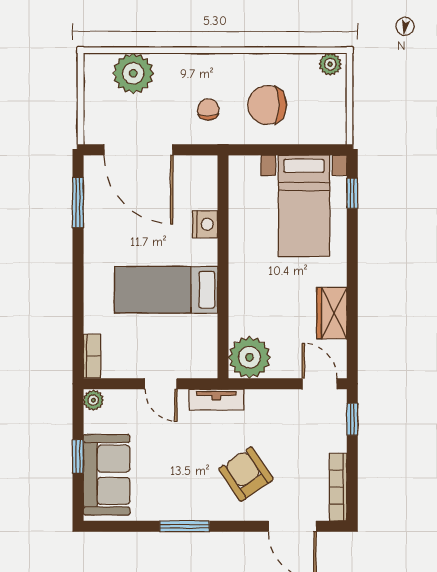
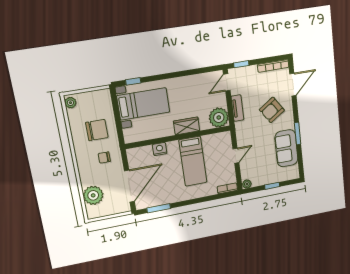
chair: (267, 105) -> (97, 130), turned -90
wardrobe: (332, 313) -> (187, 126), moved, turned 180
tv unit: (216, 400) -> (237, 108), moved
sofa: (107, 475) -> (286, 148), moved, turned -90

